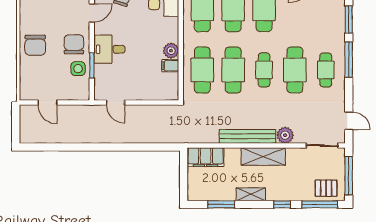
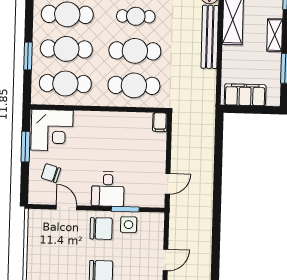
chair: (74, 44) -> (101, 229), turned 180
plant: (171, 51) -> (111, 120), removed
filing cabinet: (170, 66) -> (160, 122), moved
filing cabinet: (206, 157) -> (245, 95), moved, turned -90

